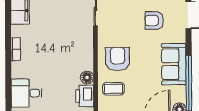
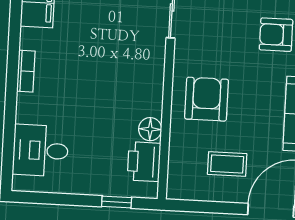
coffee table: (113, 89) -> (227, 164), moved

